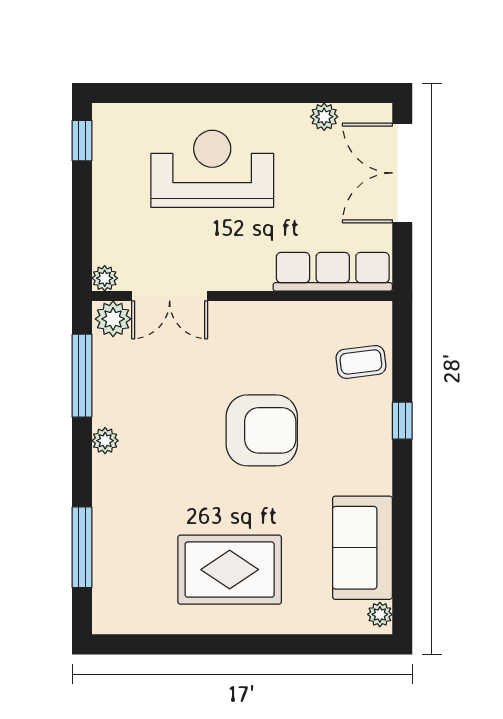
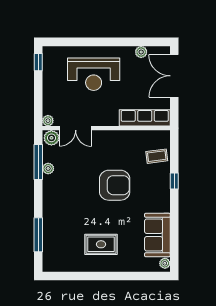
reception desk: (212, 169) -> (94, 74), turned 180
plant: (105, 441) -> (48, 168), moved
rug: (230, 570) -> (101, 244), width x0.73, depth x0.70

